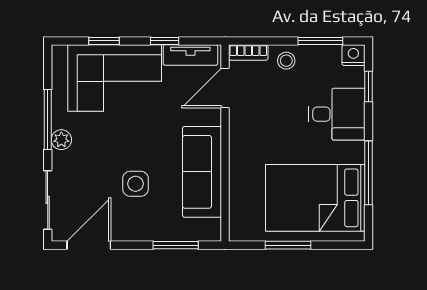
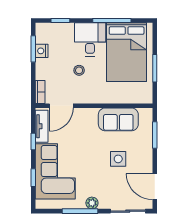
nightstand: (353, 55) -> (42, 51), moved
stool: (286, 61) -> (79, 70), moved
door: (225, 88) -> (61, 106), hinge flipped
desk: (337, 114) -> (90, 39), moved
sofa: (202, 172) -> (118, 119), width x0.73

